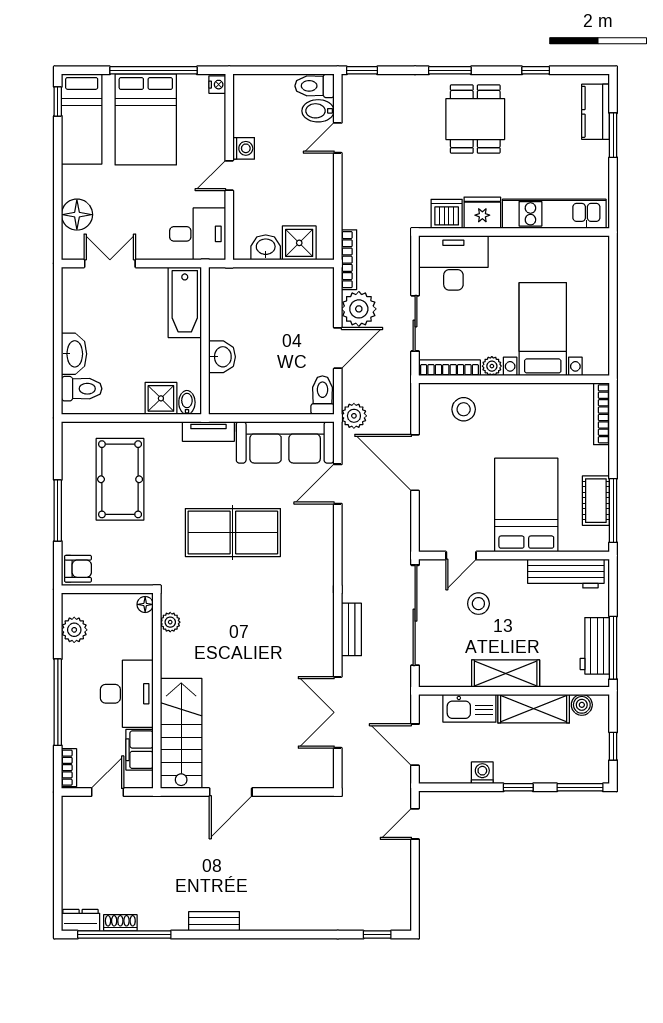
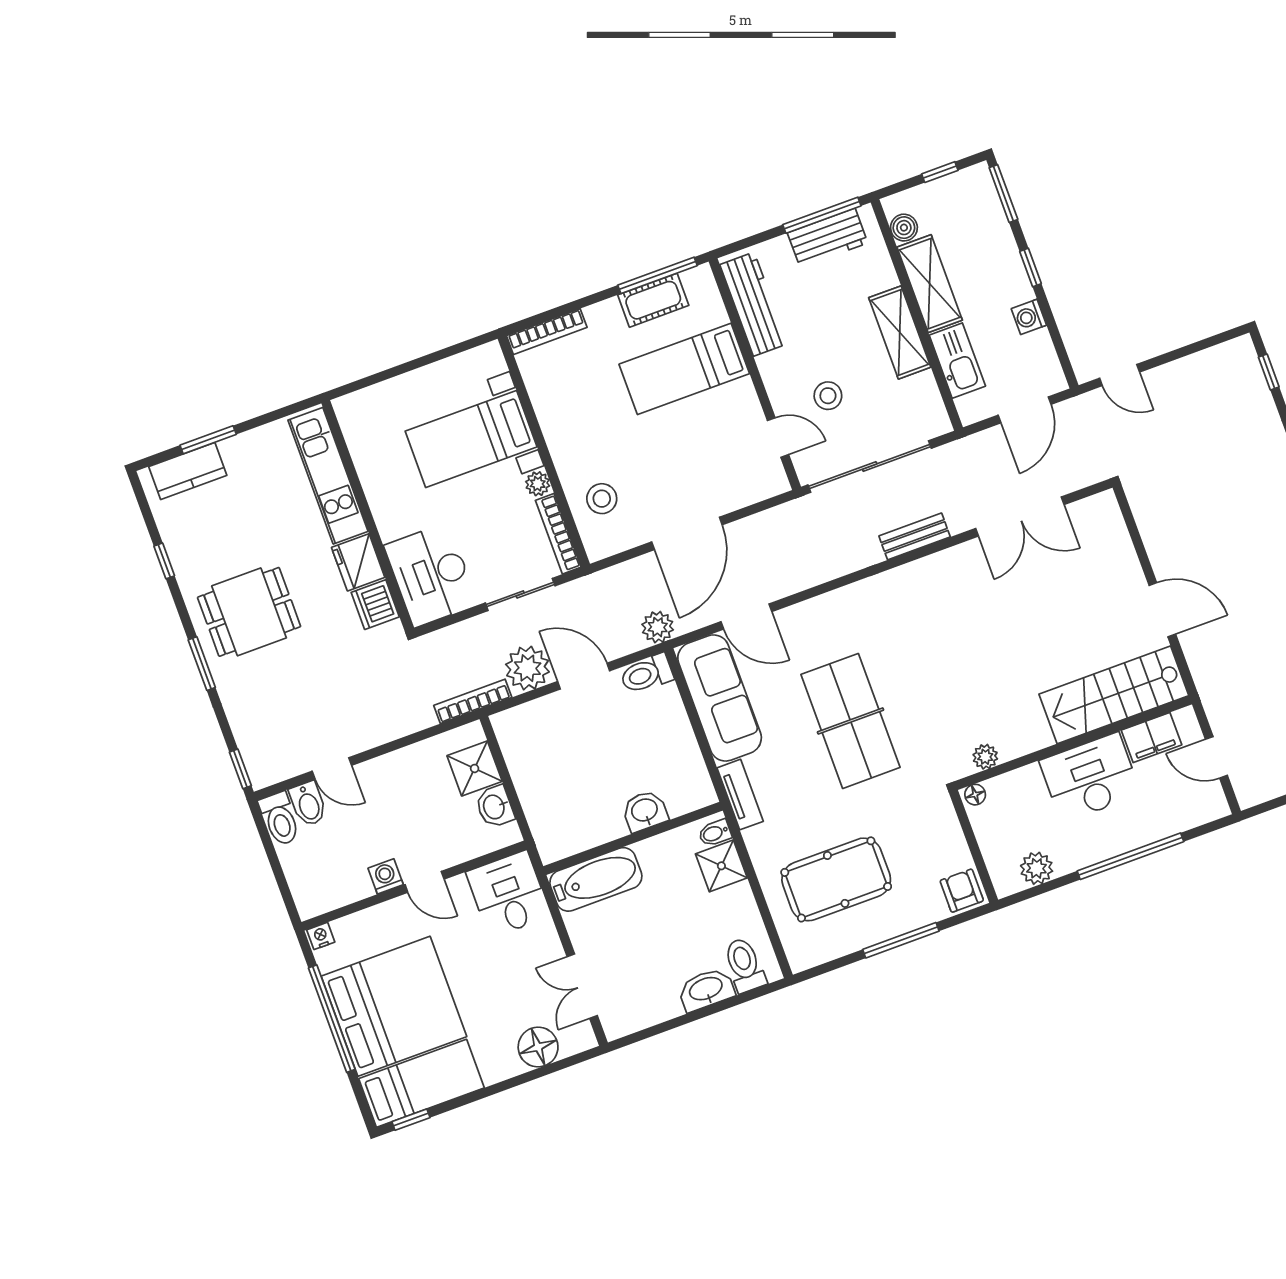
bed: (146, 119) -> (394, 1006), width x1.36
bed: (526, 505) -> (684, 369), width x0.67
bookcase: (69, 768) -> (1204, 814), removed

